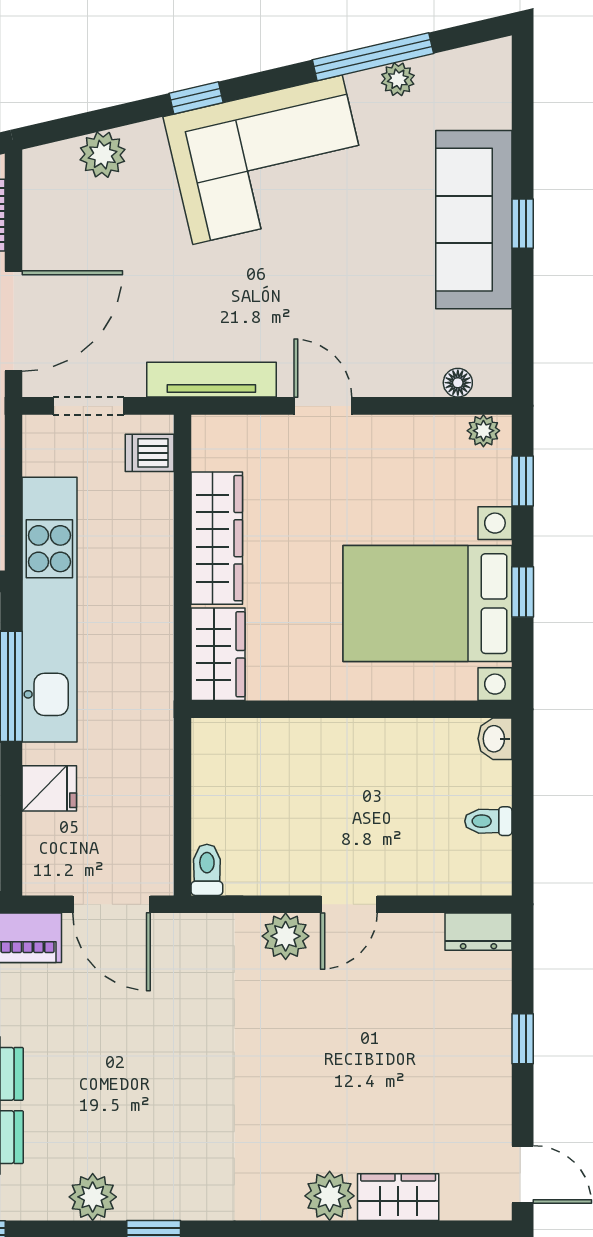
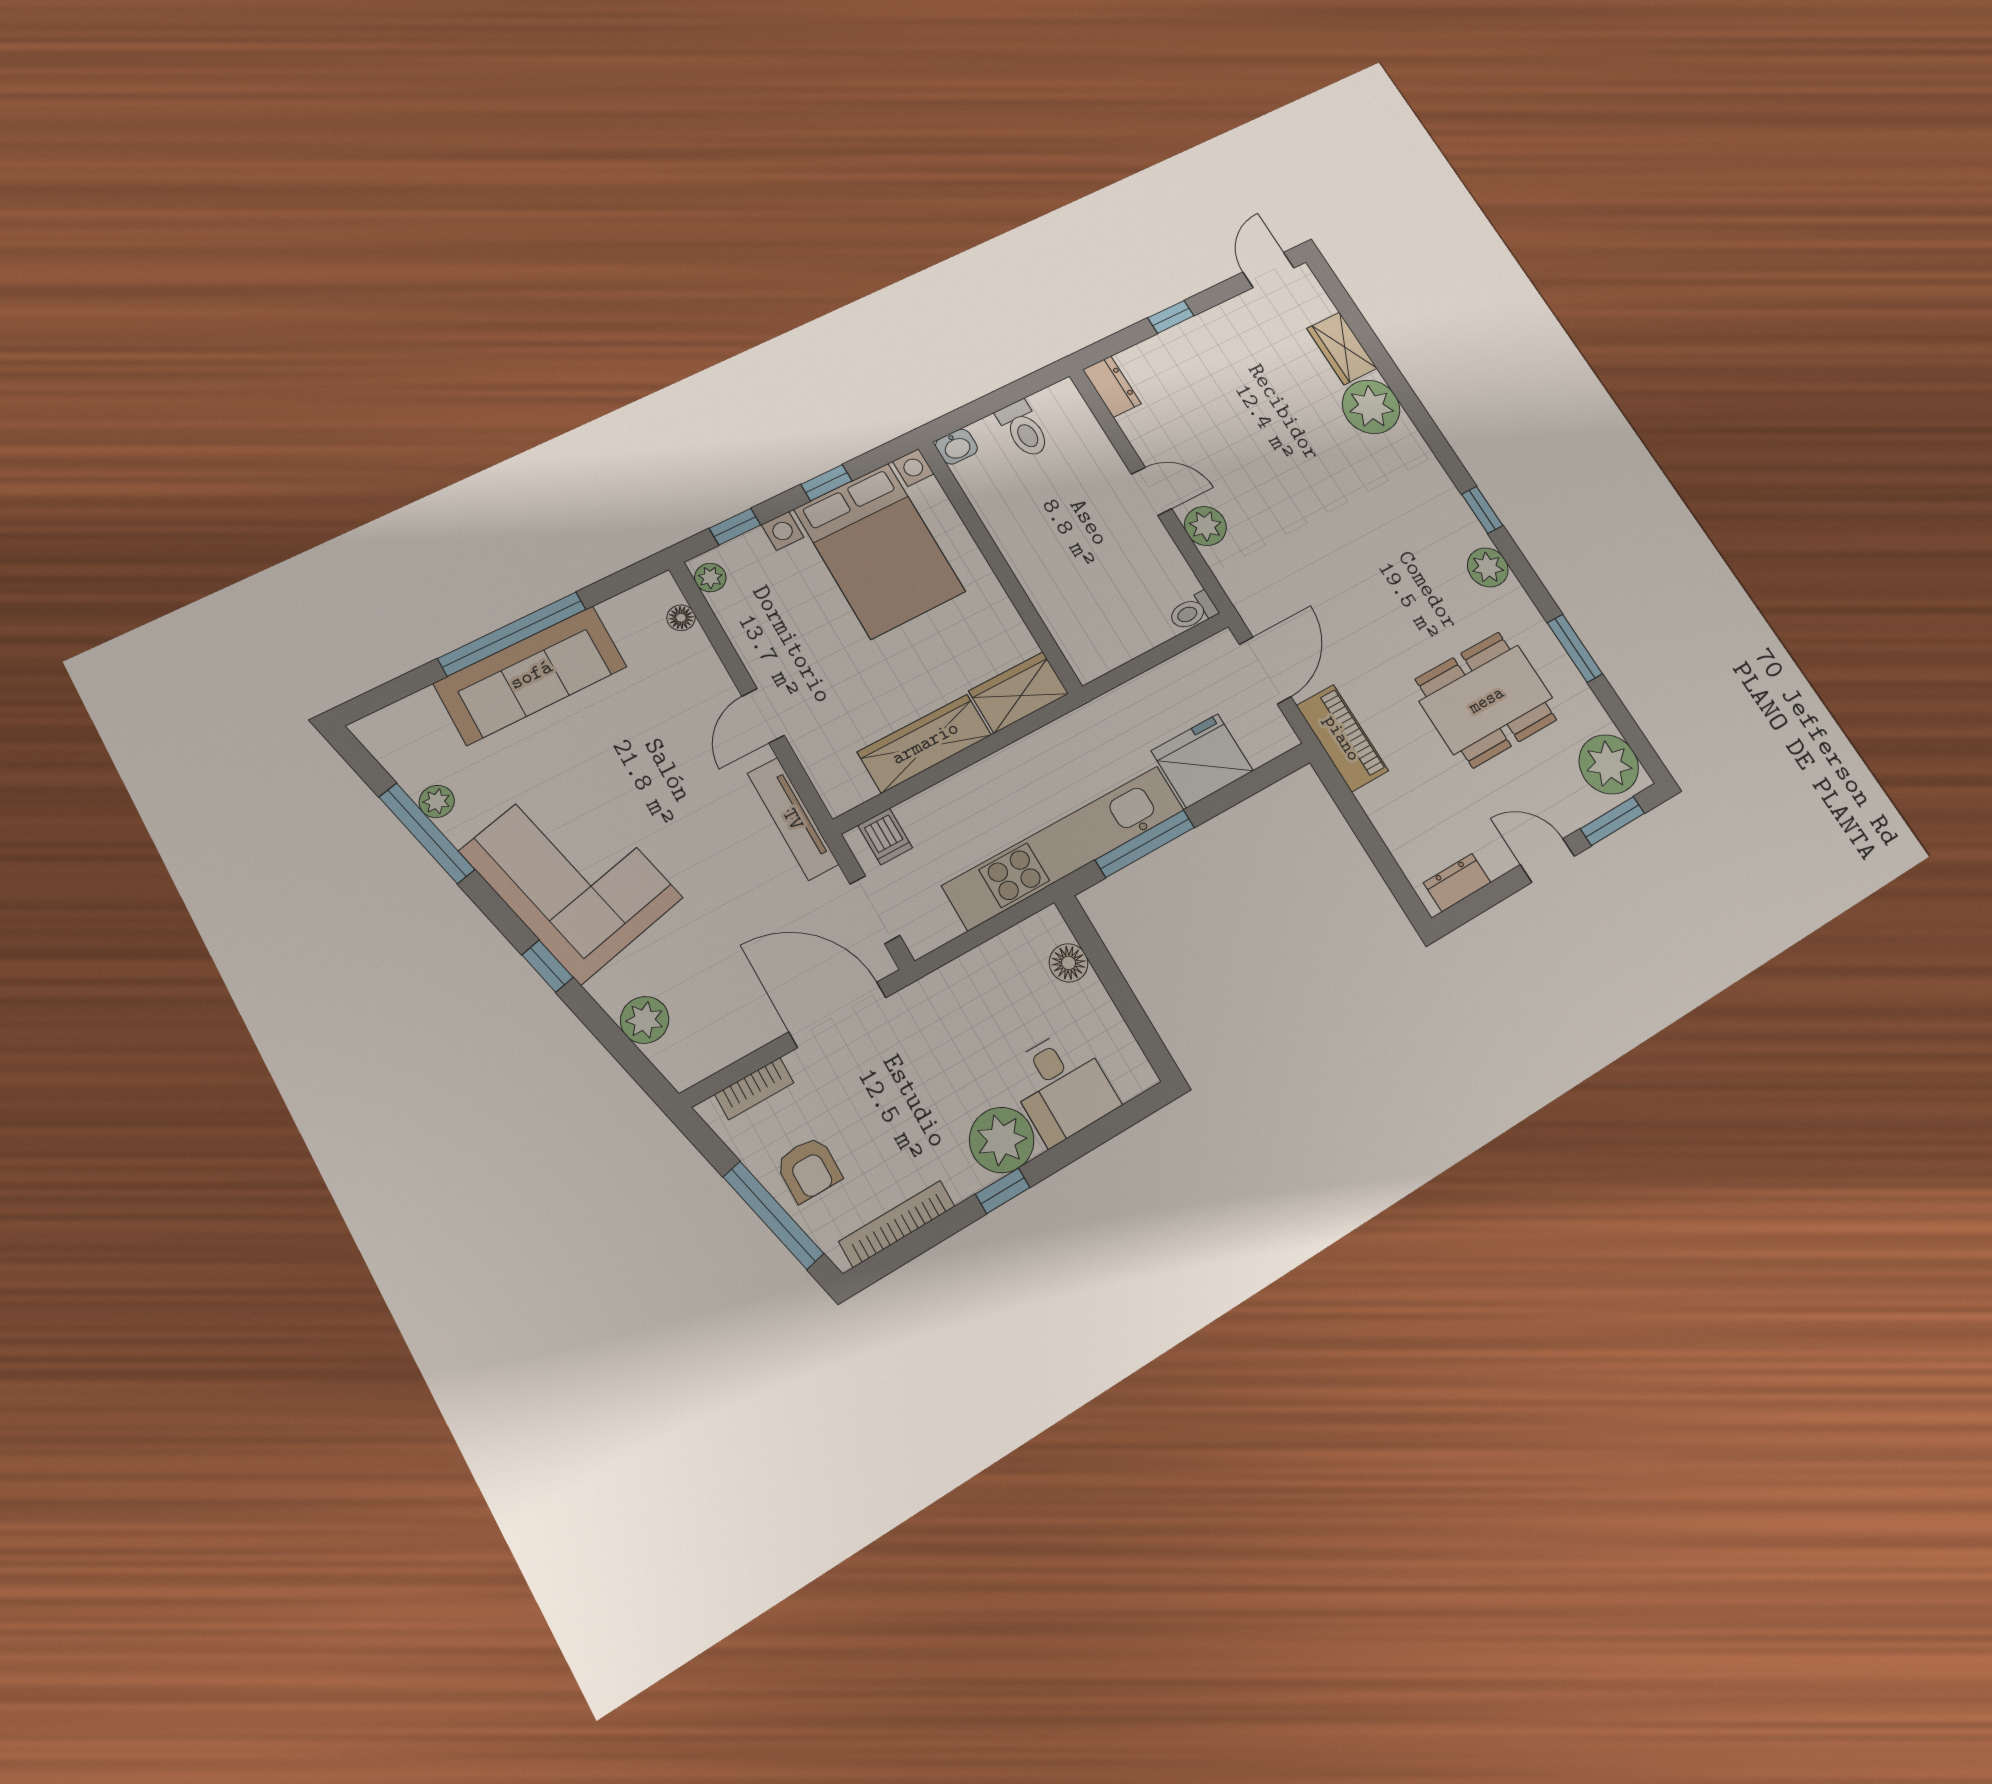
window: (523, 224) -> (512, 634), width x3.17
fridge: (49, 788) -> (1202, 761), width x1.88, depth x1.34
toilet: (488, 821) -> (1024, 429), width x1.37, depth x1.39
plant: (330, 1196) -> (1371, 407), width x1.36, depth x1.36

